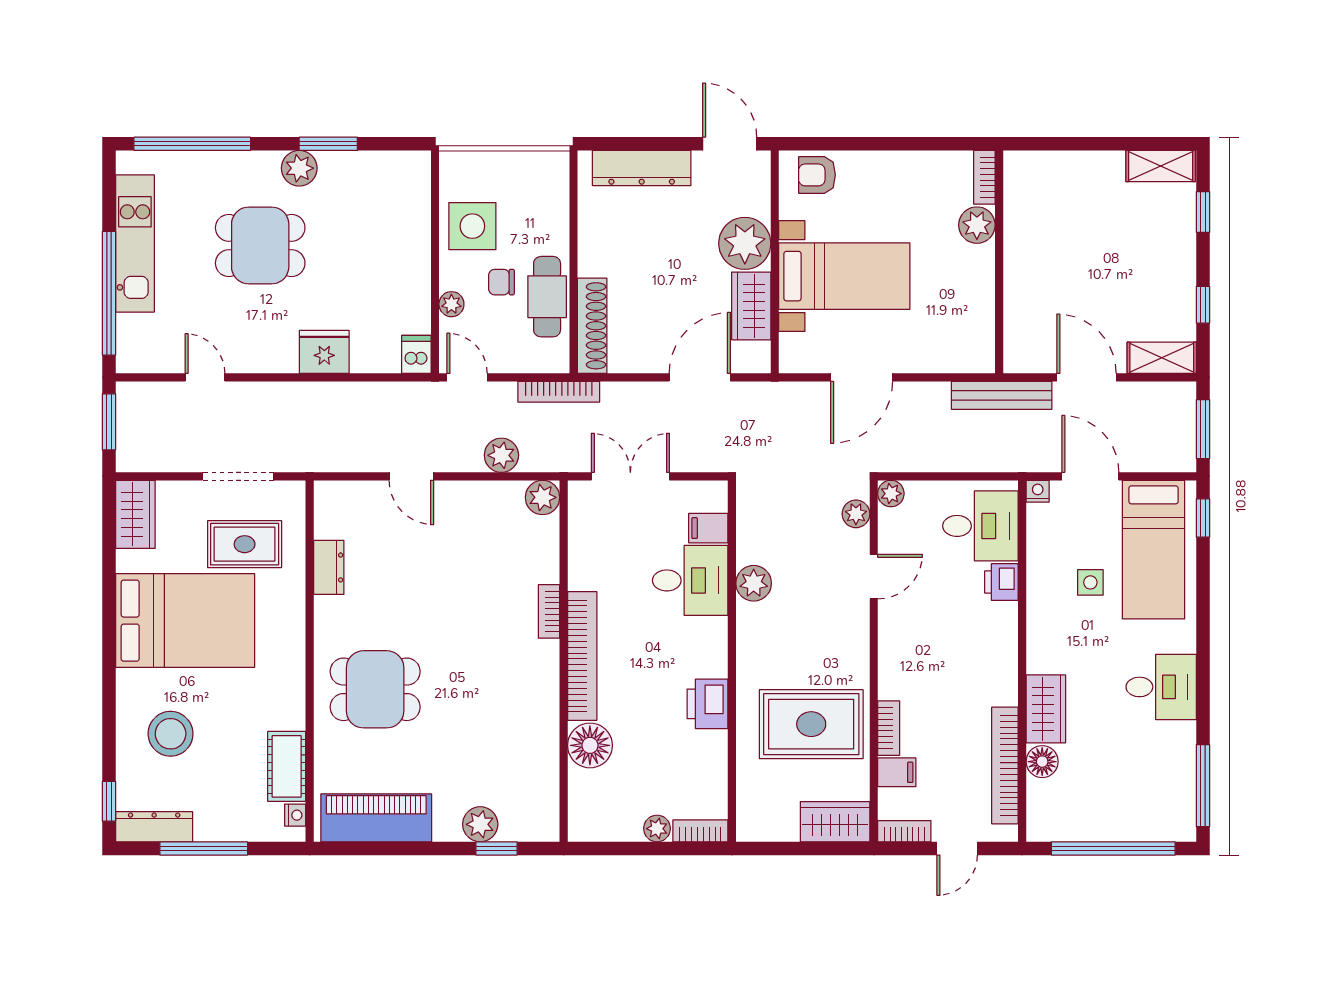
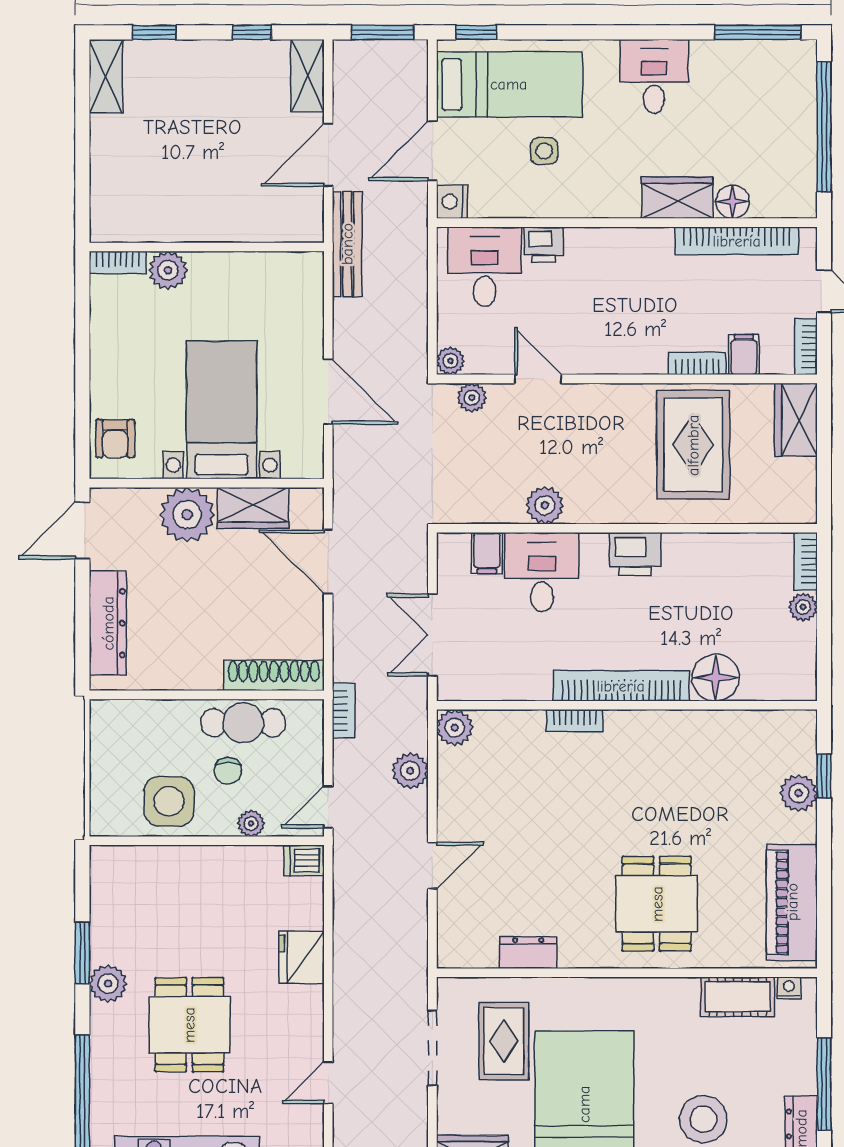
bookcase: (559, 392) -> (343, 710), width x0.64
nightstand: (1038, 491) -> (452, 202), width x1.39, depth x1.35
printer: (708, 704) -> (635, 554), moved

